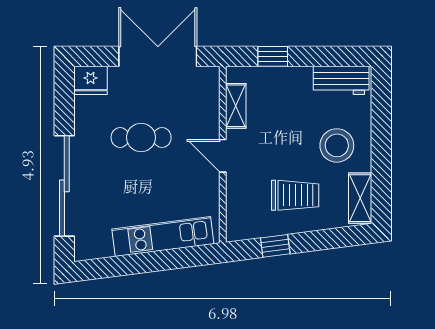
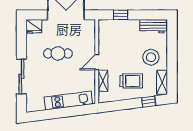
shelving: (236, 106) -> (103, 81), moved
door: (223, 156) -> (97, 62), hinge flipped
sliding door: (64, 186) -> (21, 76), width x0.73
window: (275, 246) -> (149, 102), moved

